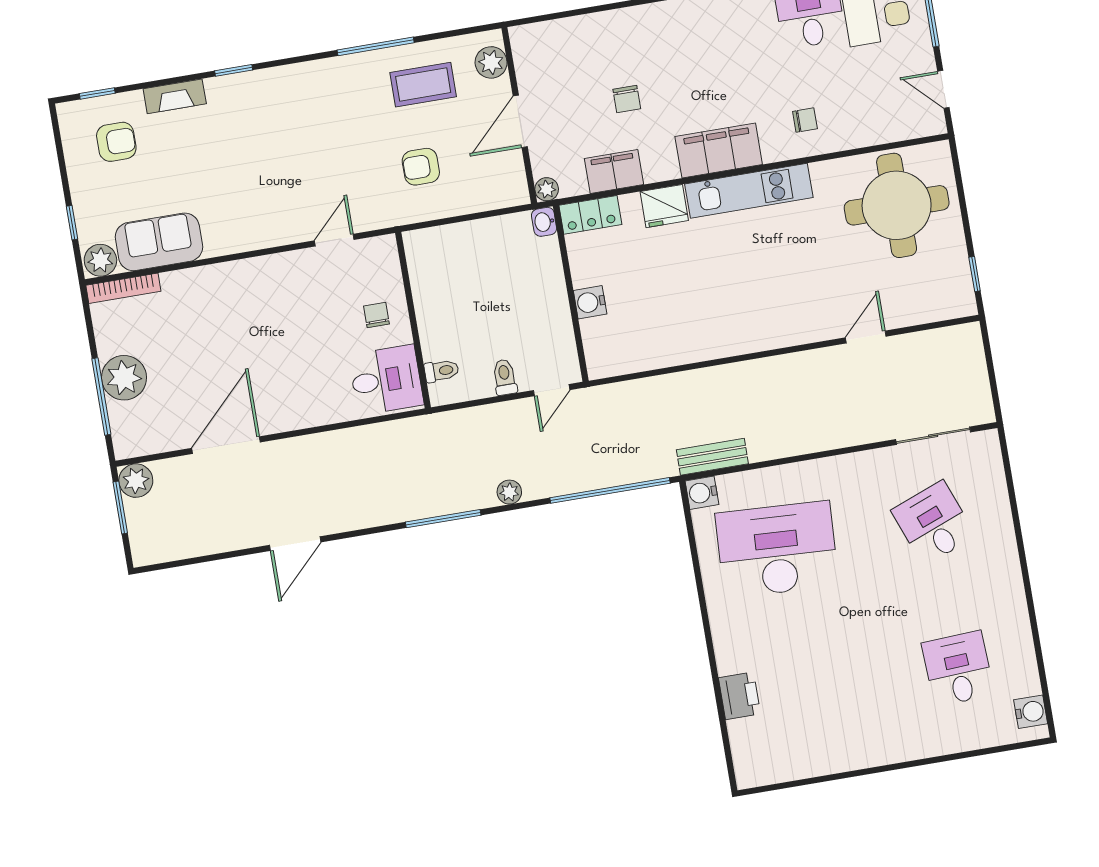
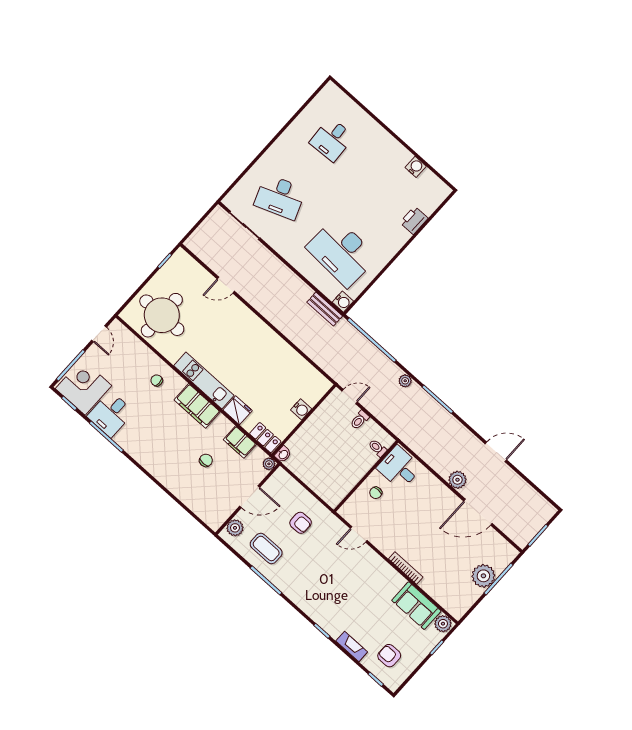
bookcase: (123, 288) -> (406, 568), moved
plant: (136, 481) -> (457, 480), moved
desk: (933, 523) -> (280, 197), width x1.37
water cooler: (1031, 712) -> (416, 167), moved, turned 90

